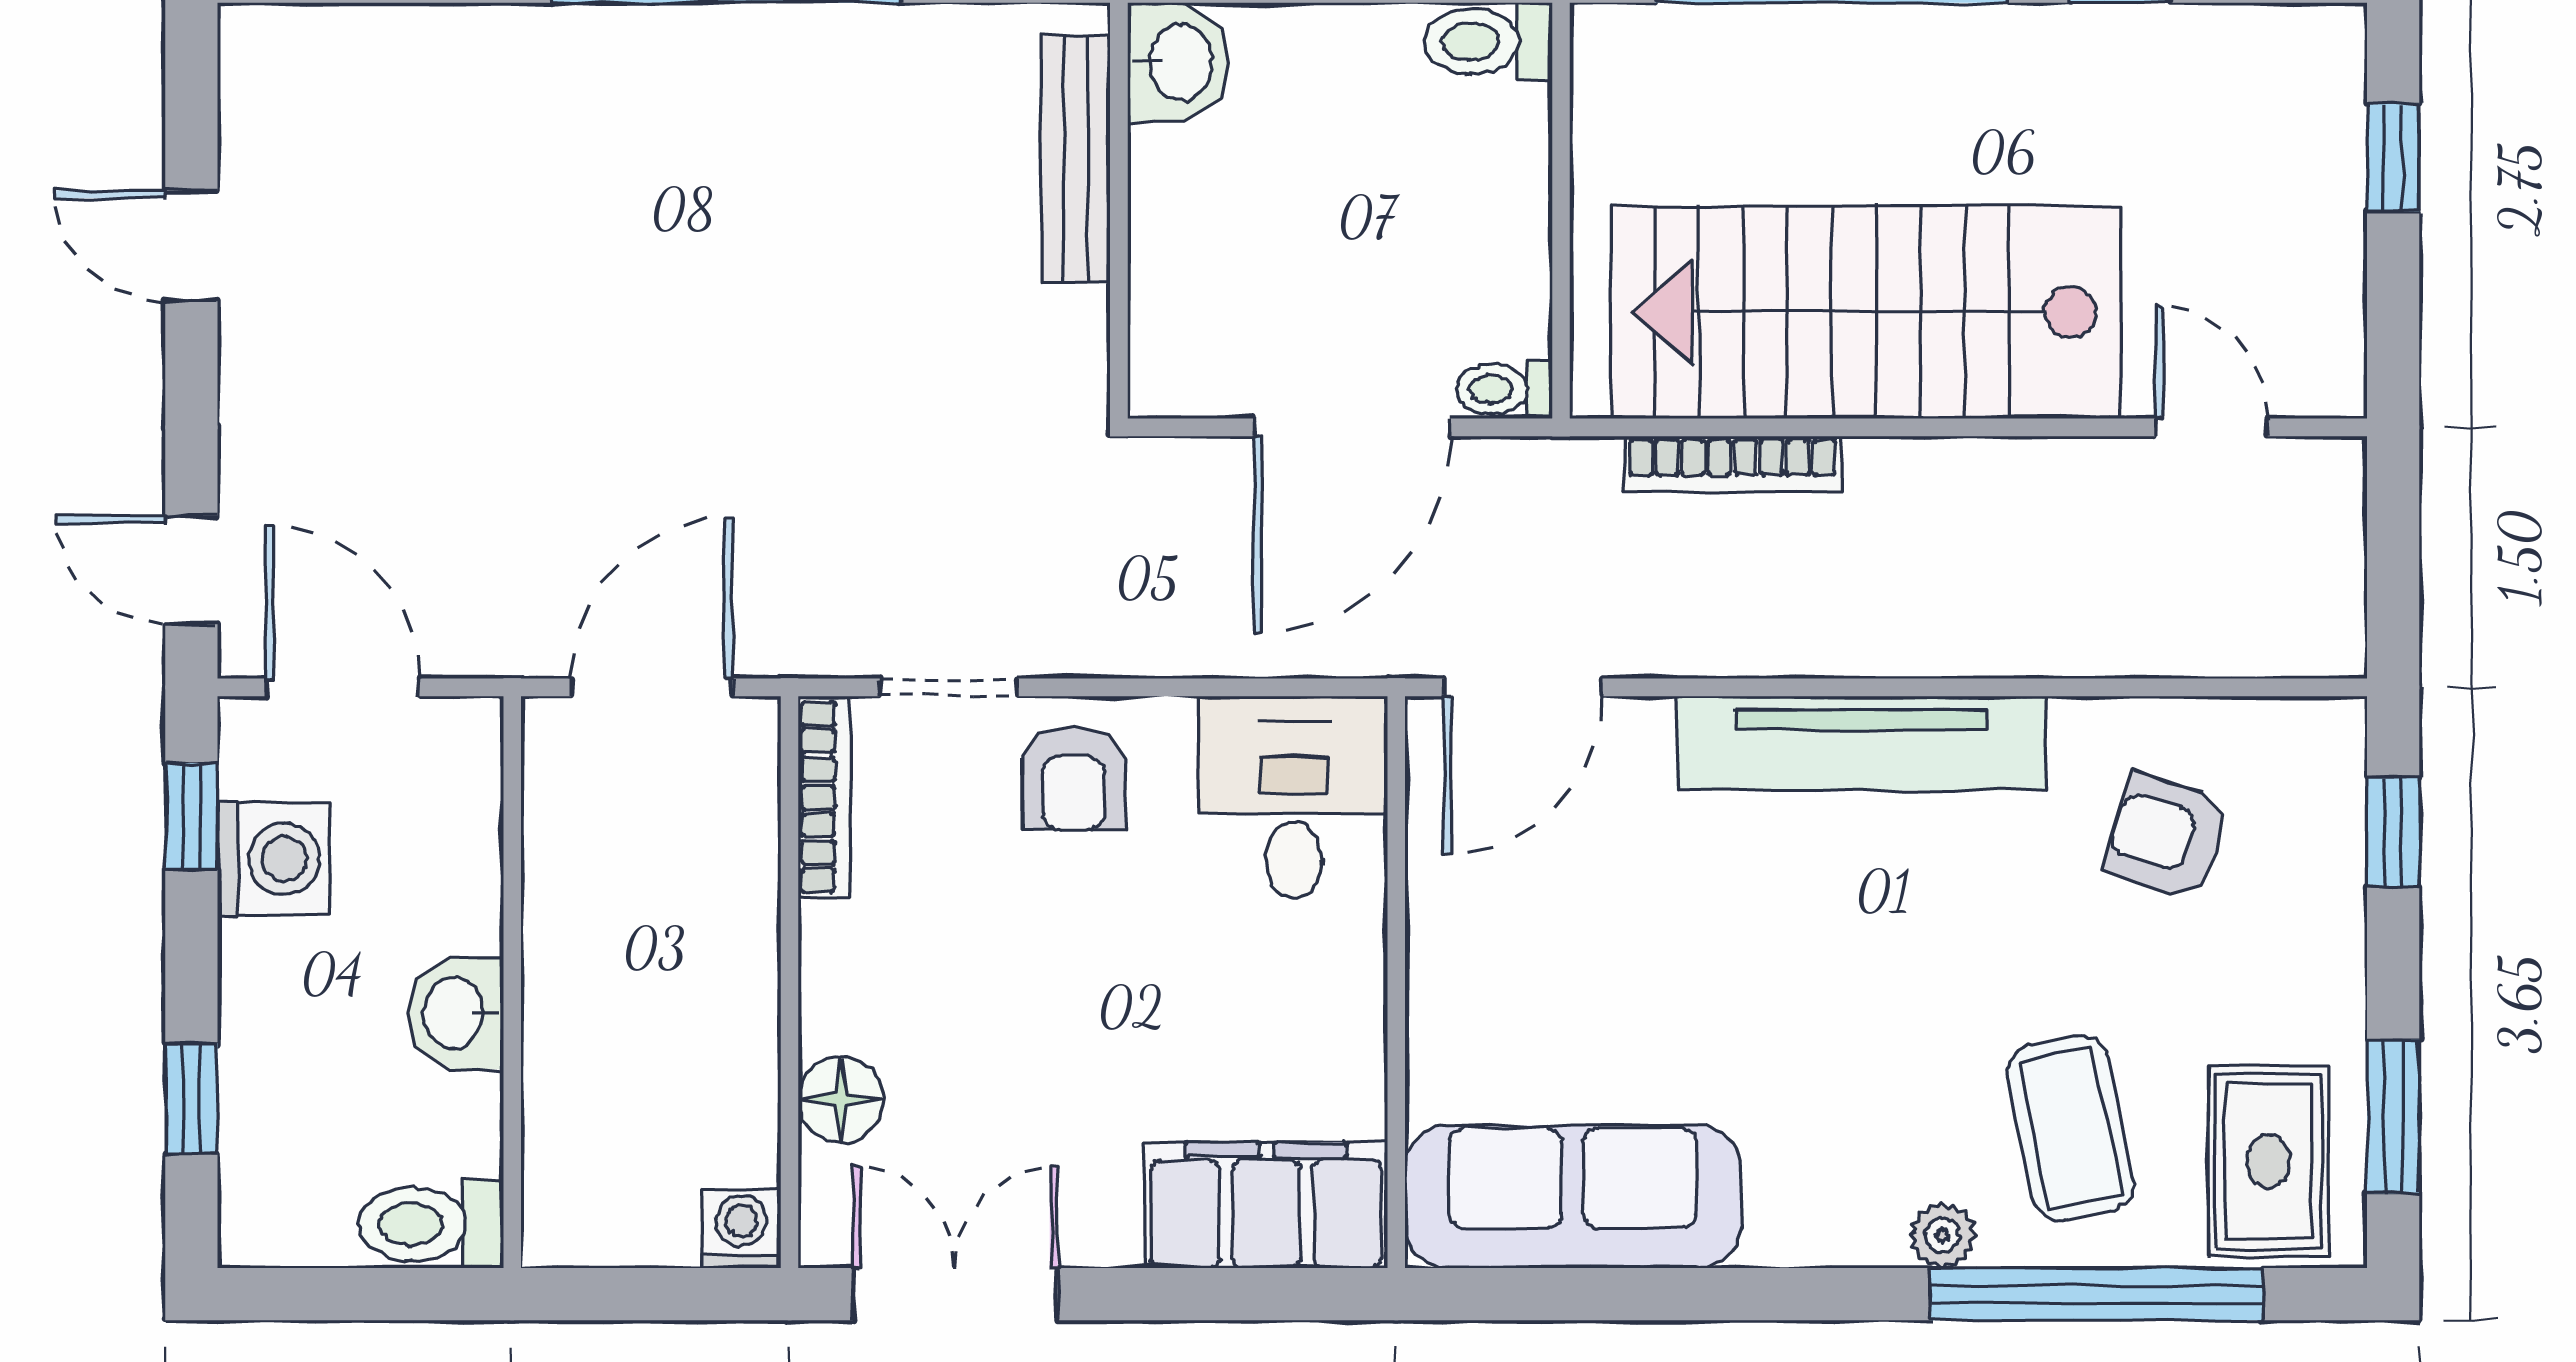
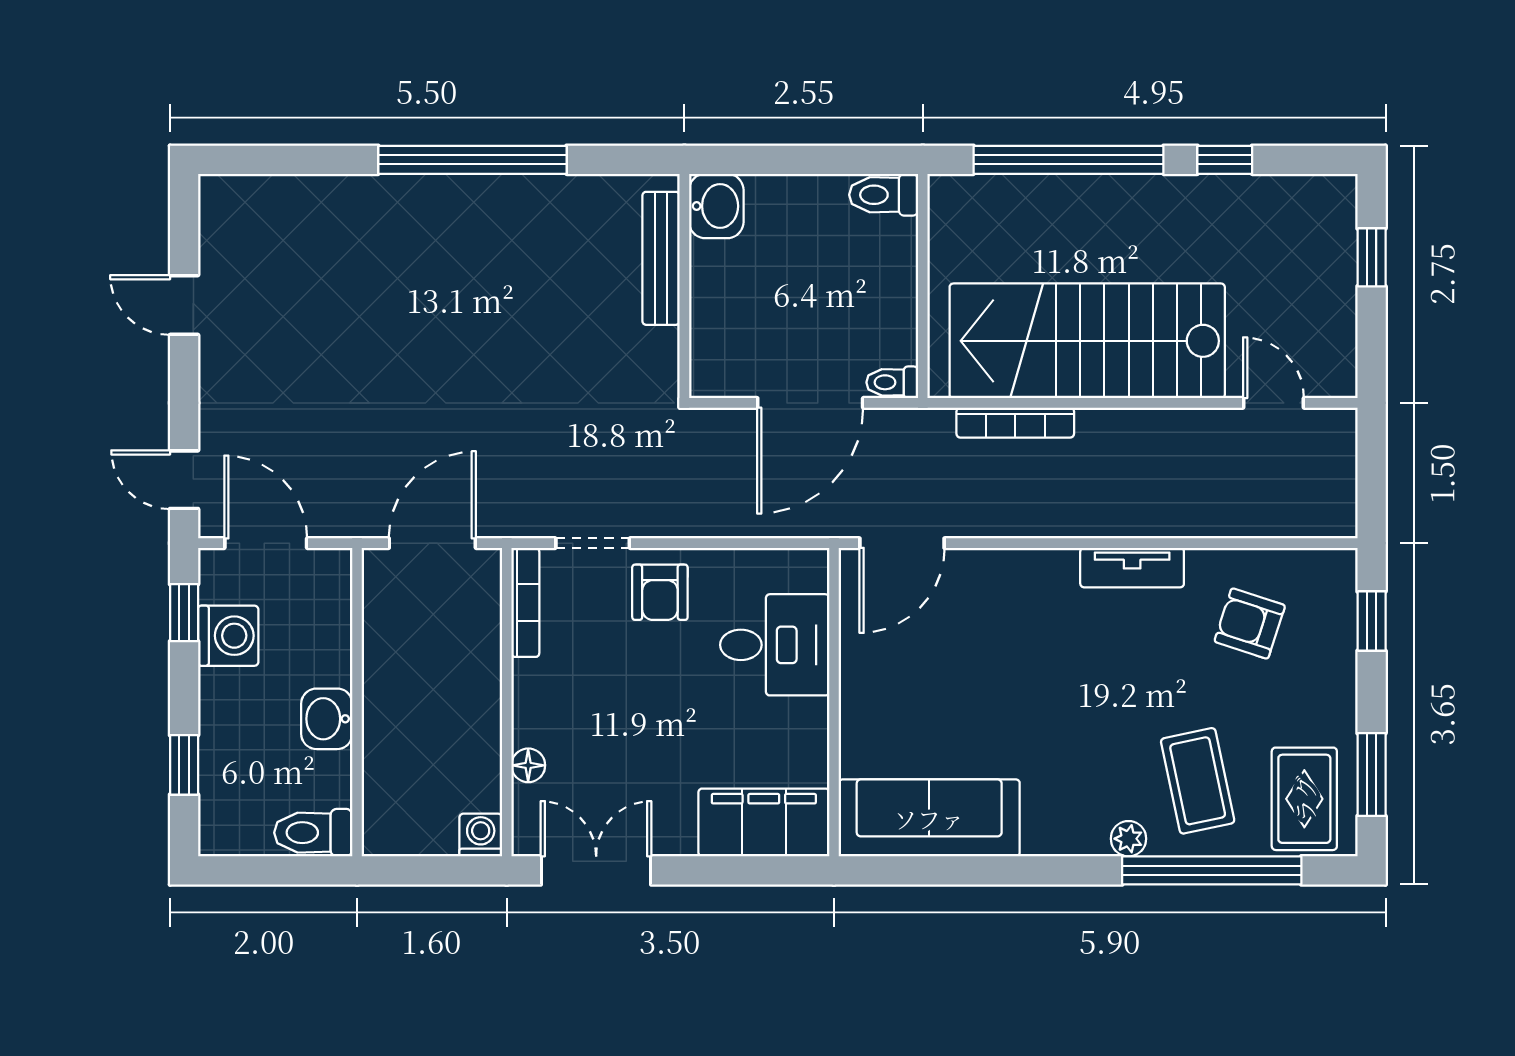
tv unit: (1861, 743) -> (1132, 568), width x0.52, depth x0.78
desk: (1294, 797) -> (775, 645), moved, turned 90
floor lamp: (841, 1099) -> (528, 765), width x0.73, depth x0.73

